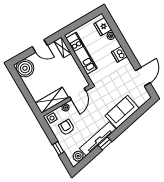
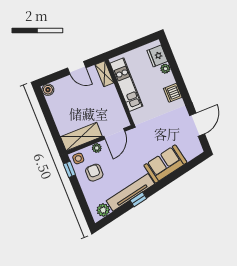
boiler: (25, 68) -> (48, 90), width x0.54, depth x0.54
window: (58, 148) -> (69, 169), moved

